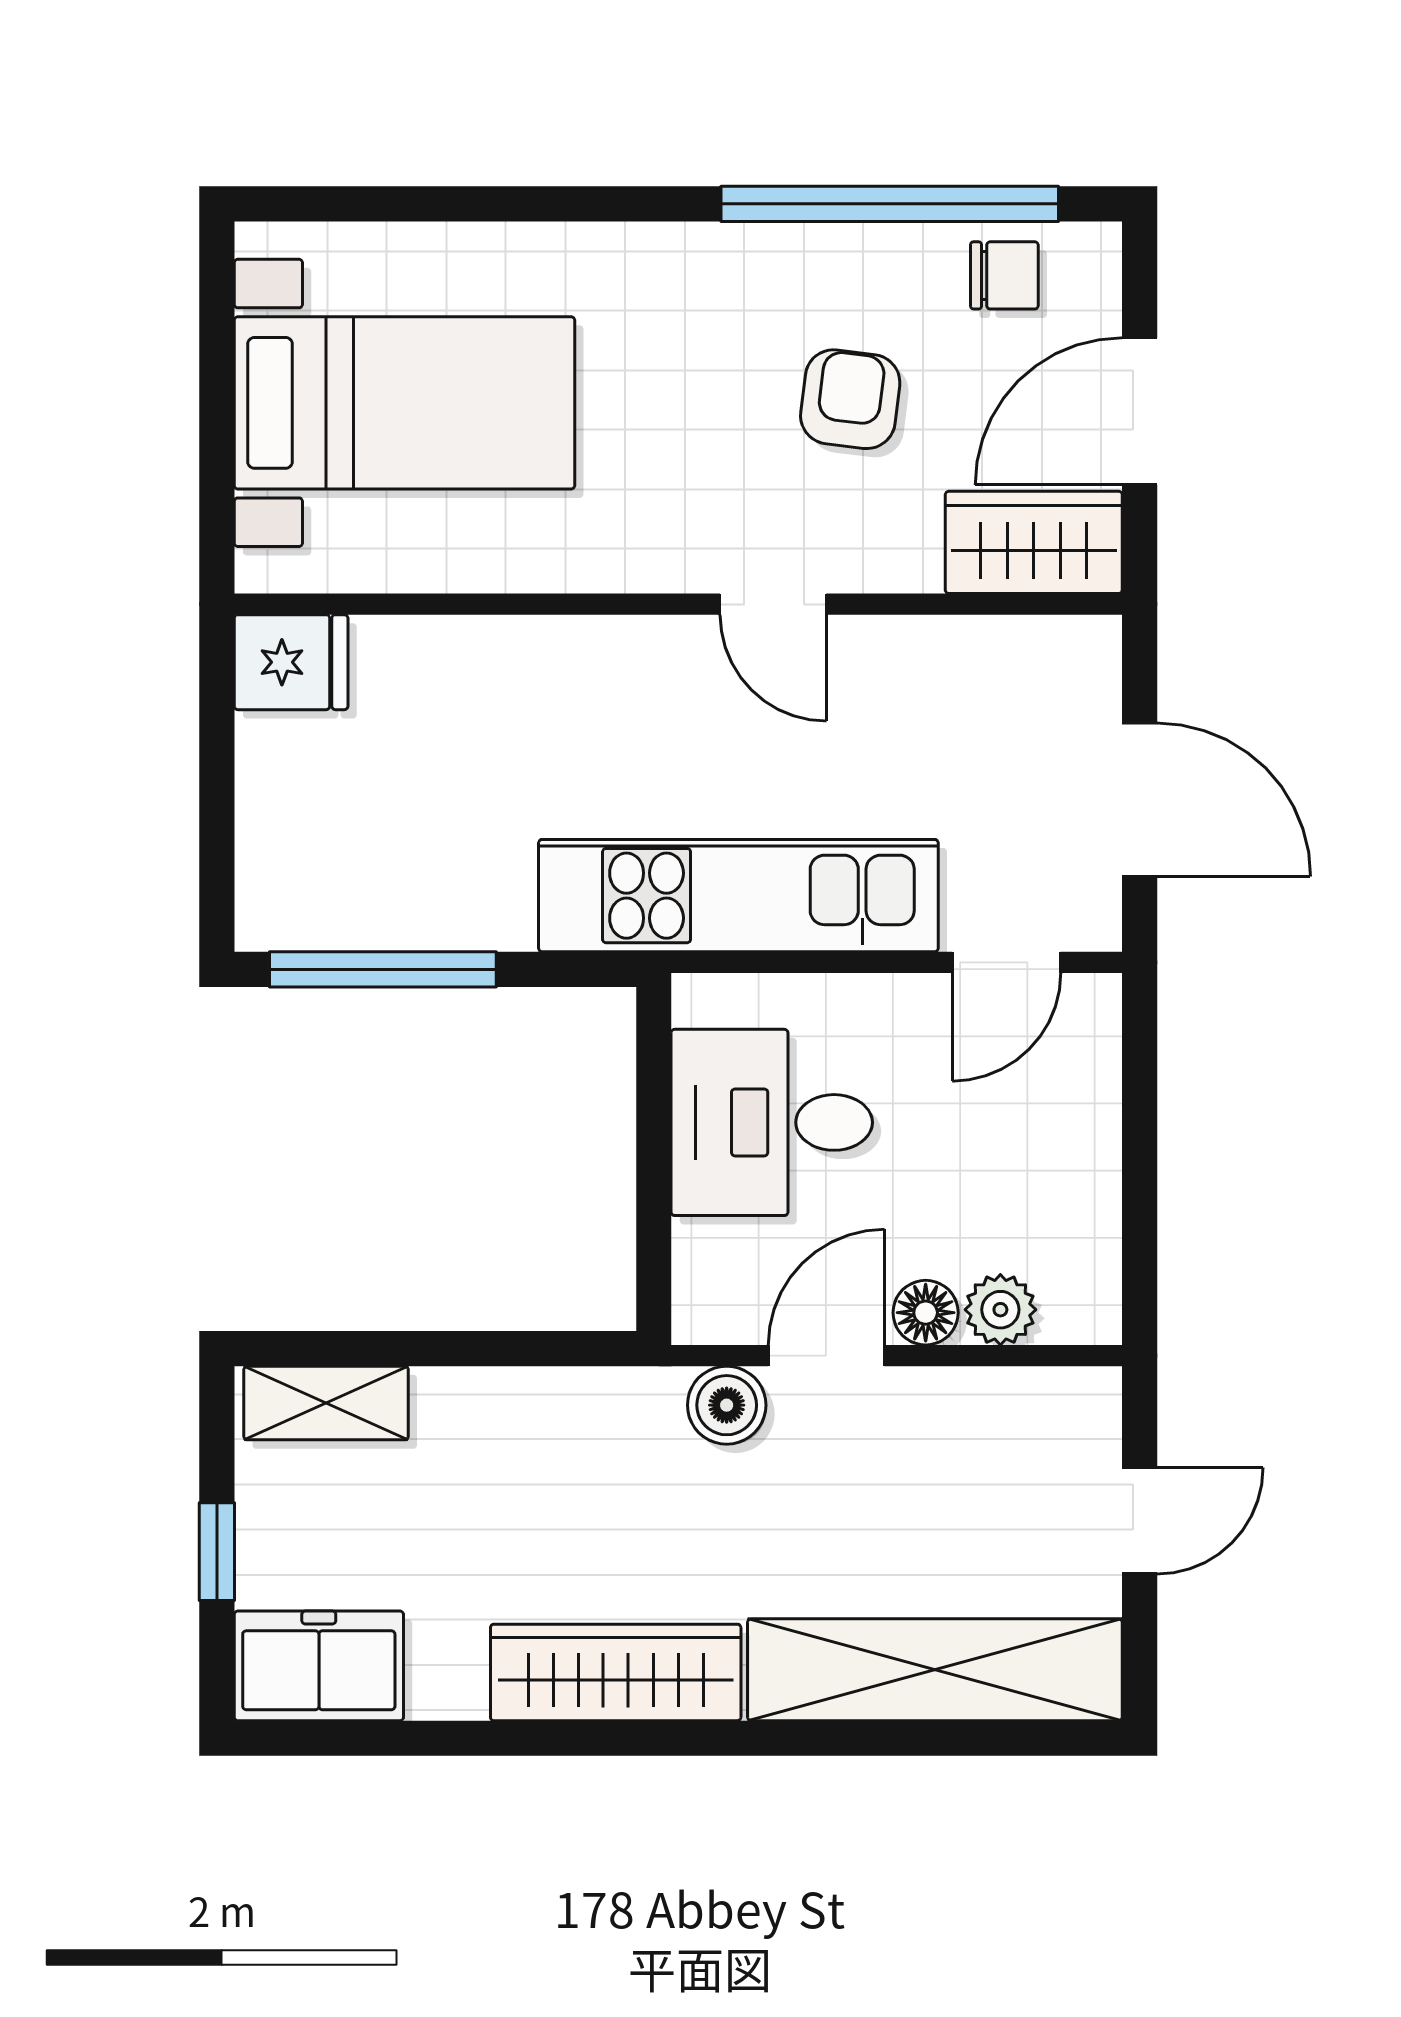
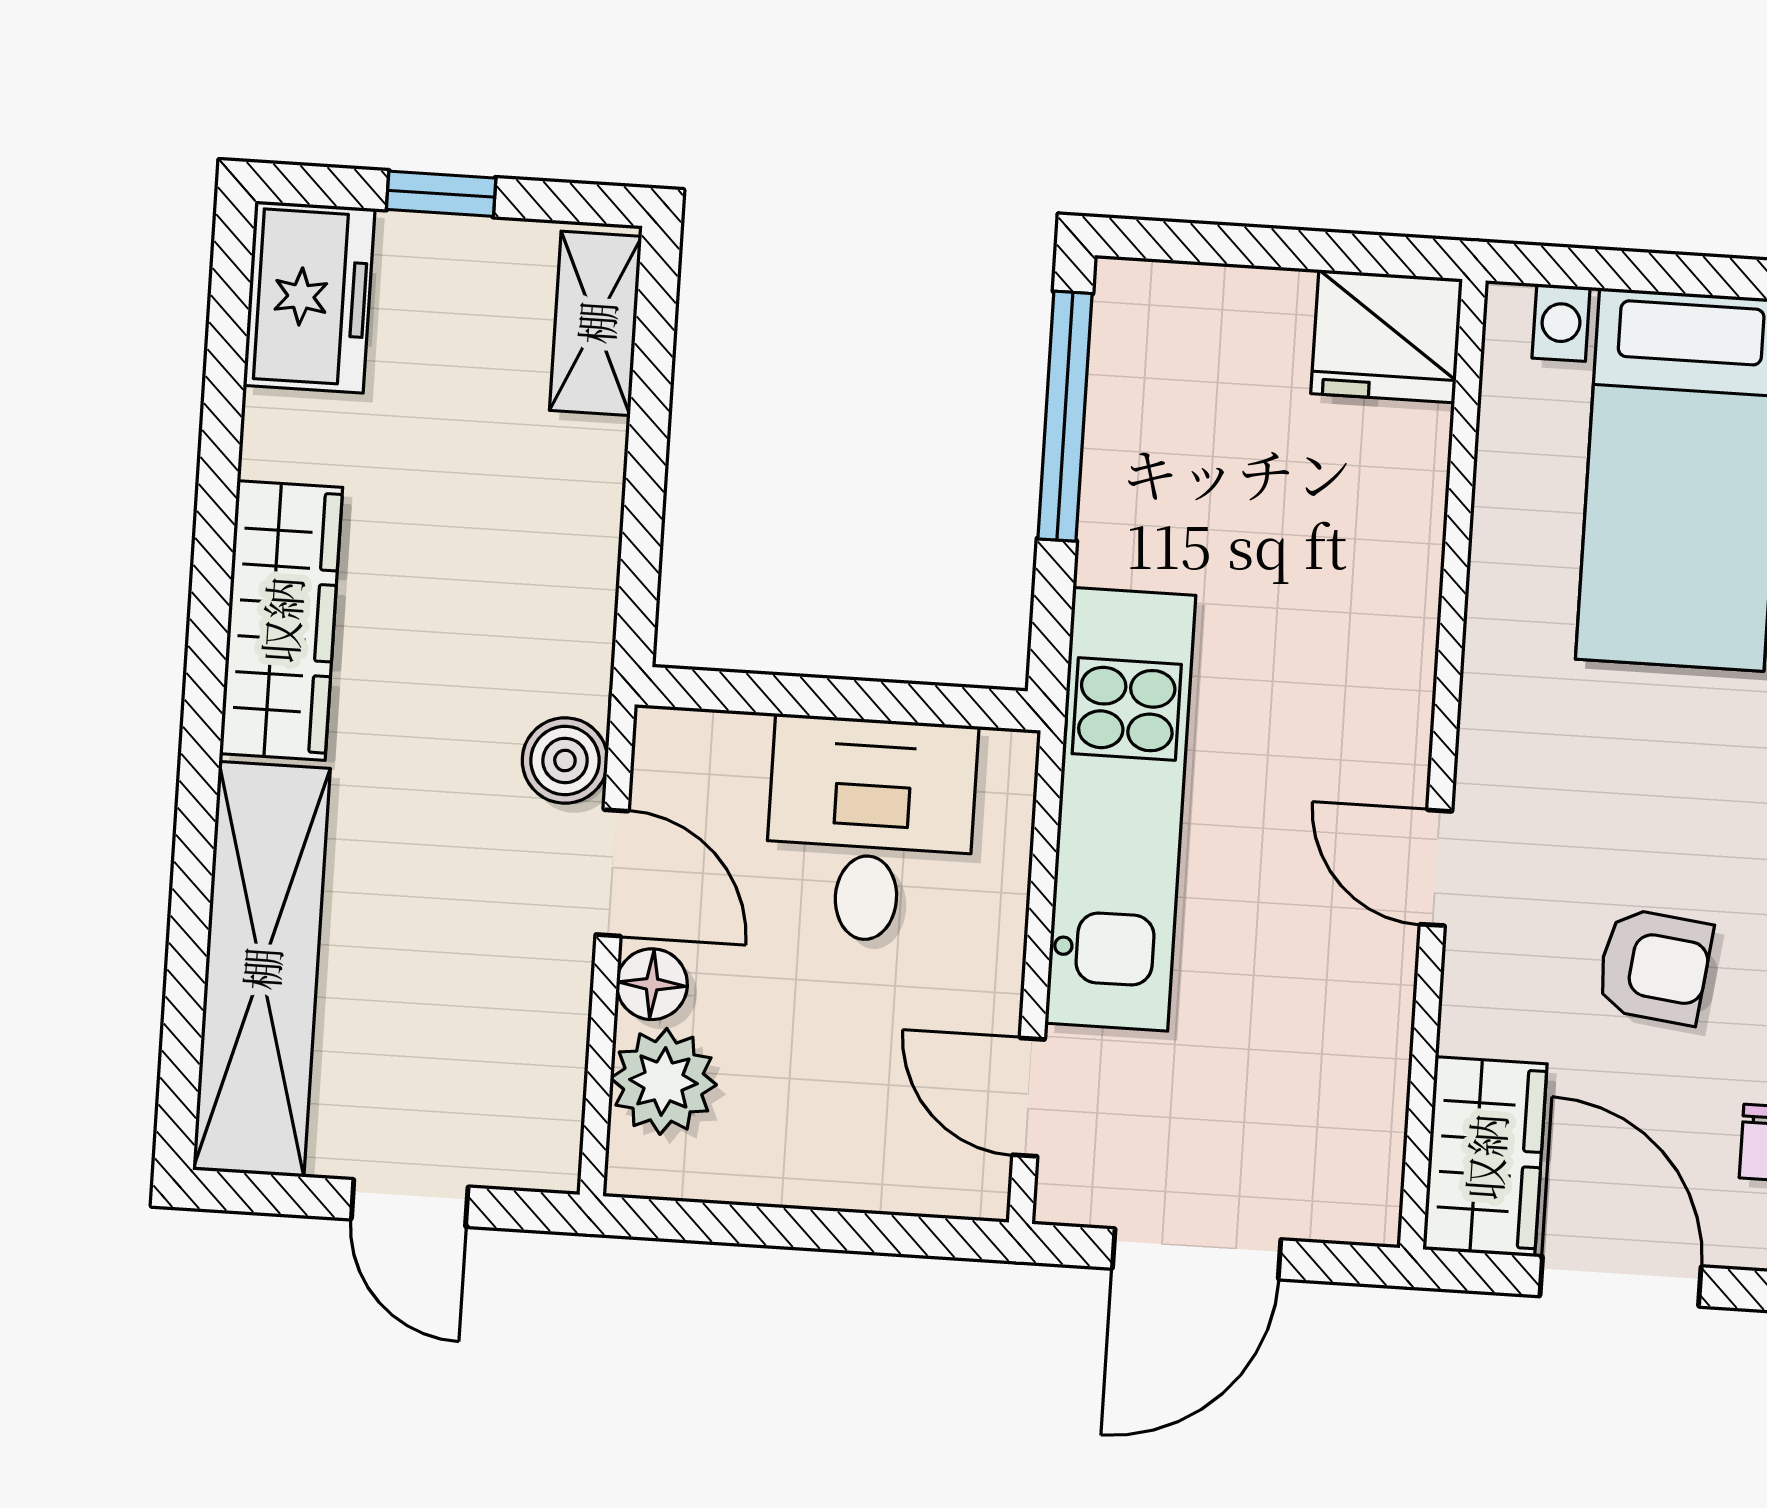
door: (773, 604) -> (1436, 868), hinge flipped
fridge: (291, 662) -> (1387, 336), width x1.38
plant: (1000, 1310) -> (663, 1081), width x1.38, depth x1.38

